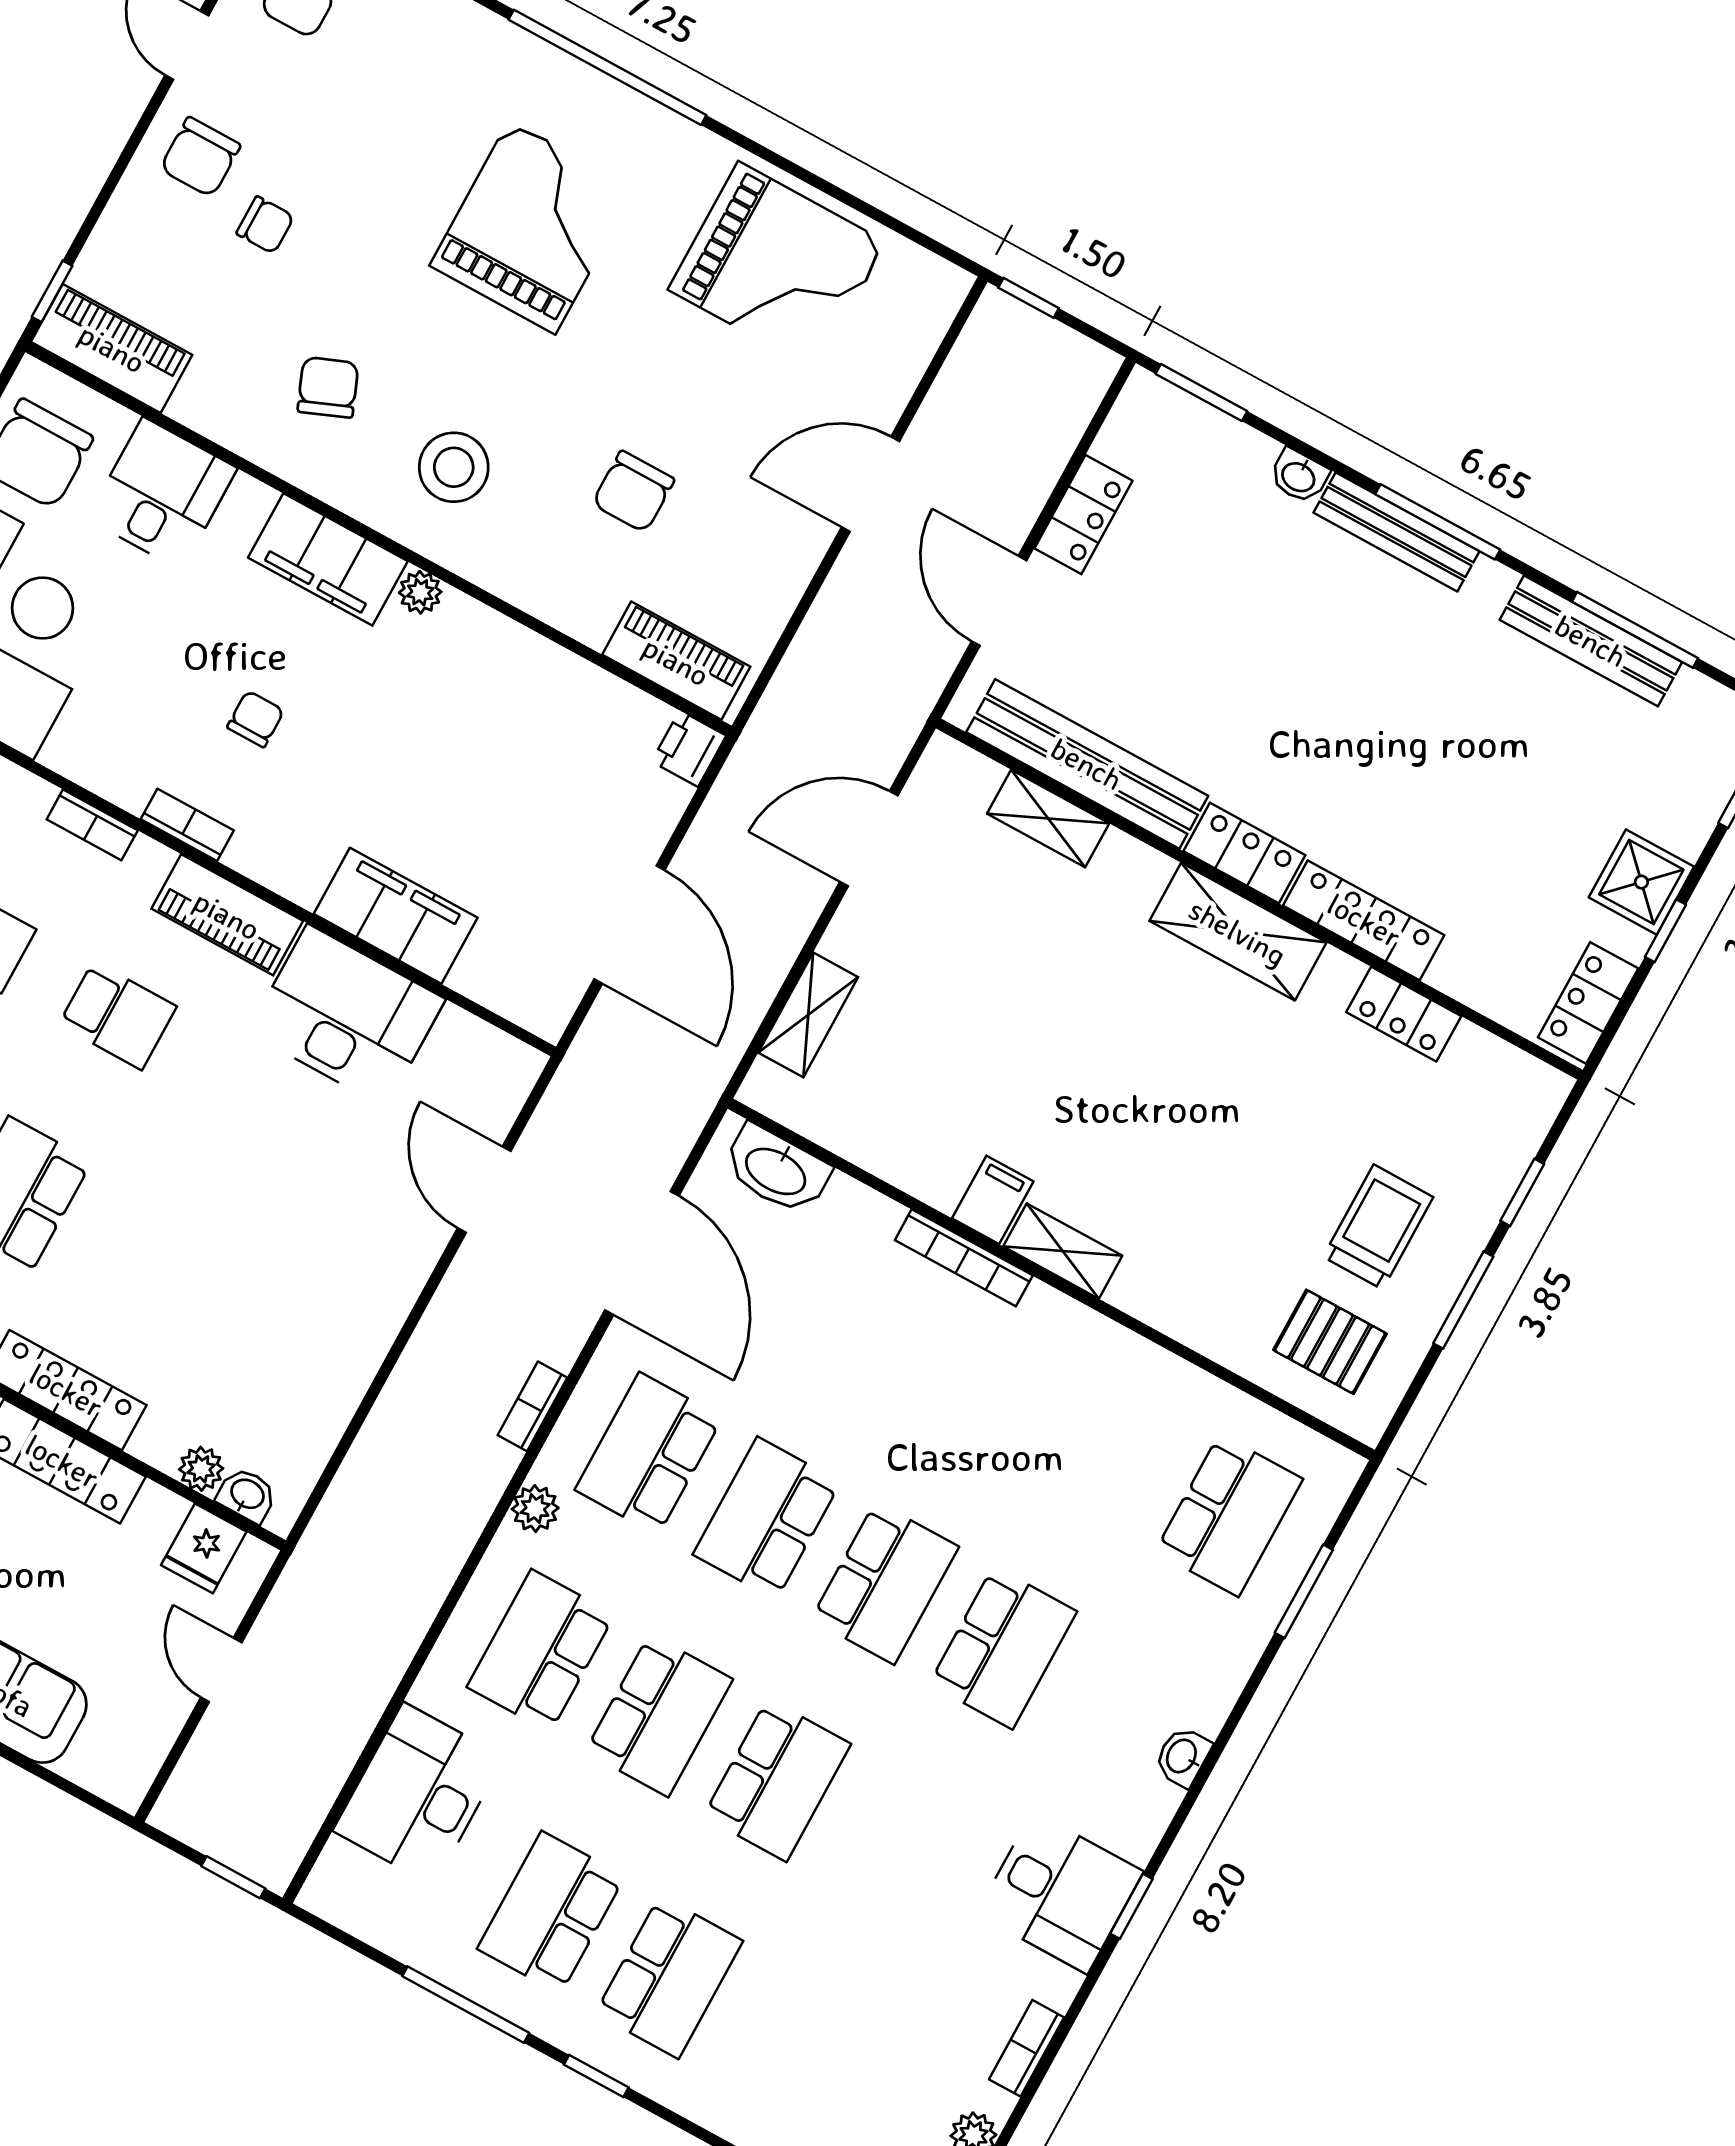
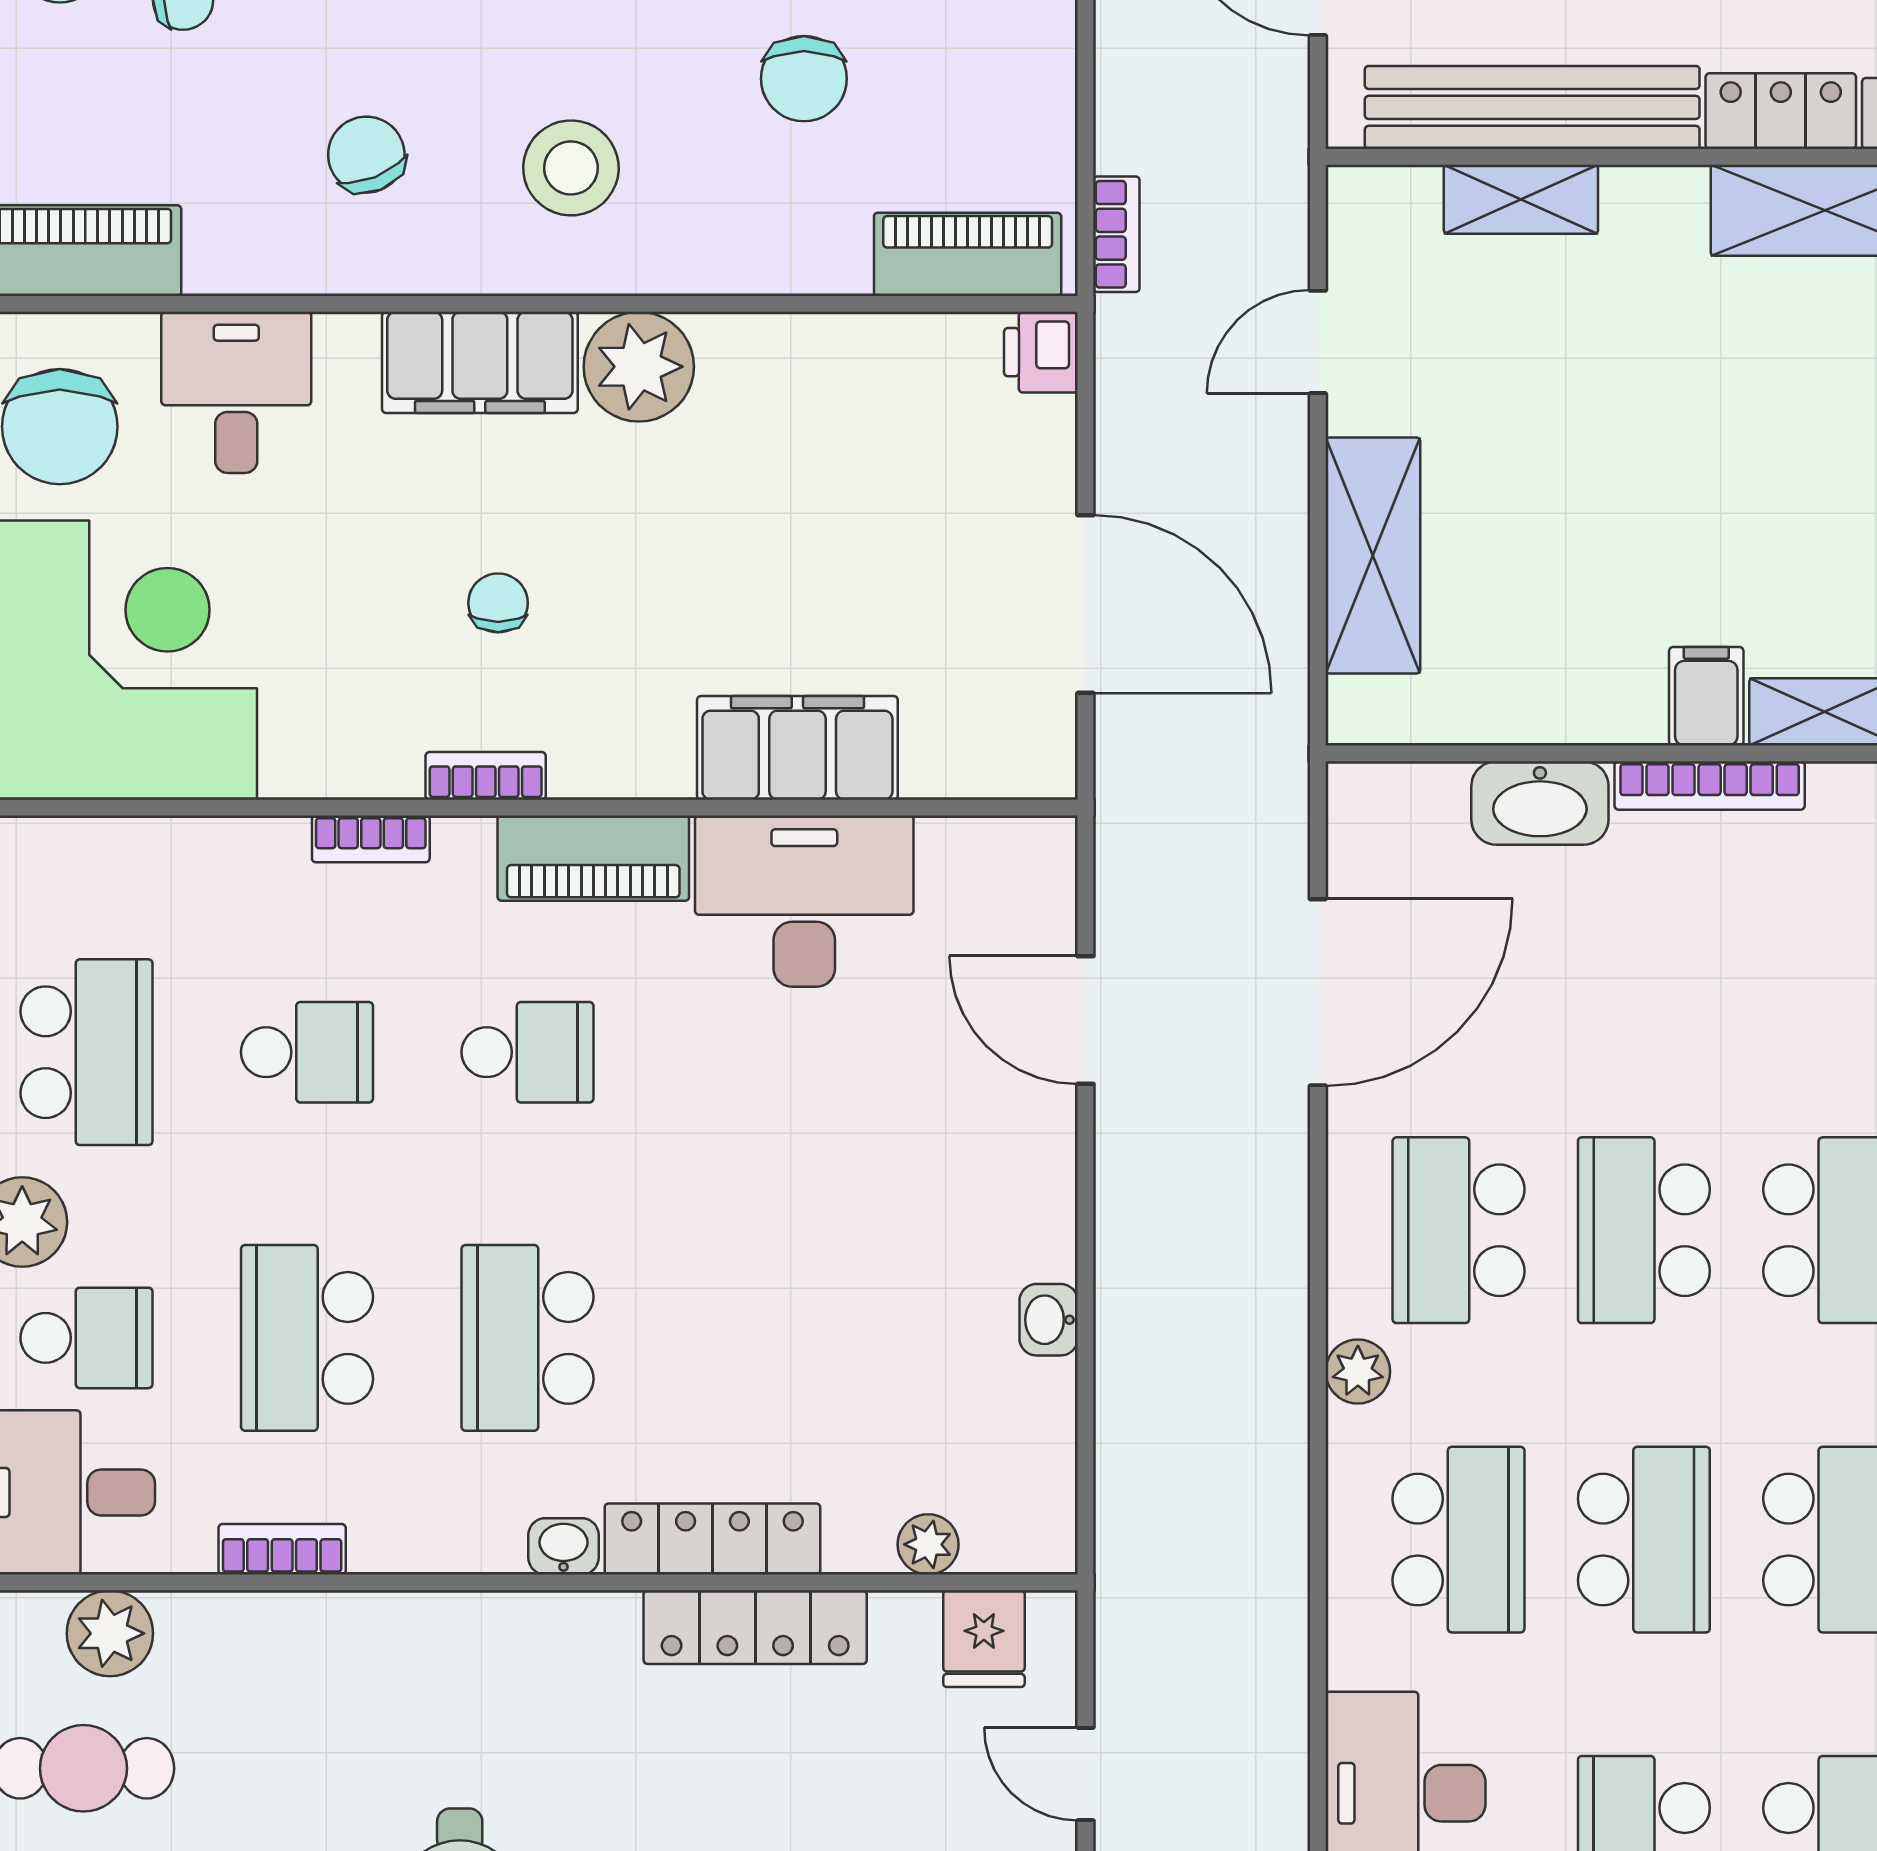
plant: (420, 592) -> (639, 367), width x1.88, depth x1.88
door: (869, 839) -> (1318, 342), width x0.73
shelving: (808, 1015) -> (1373, 556), width x1.50, depth x1.33
washbasin: (777, 1170) -> (1540, 803), moved
door: (642, 1253) -> (1318, 992), hinge flipped
bookcase: (532, 1406) -> (1116, 234), moved, turned 180
washbasin: (247, 1495) -> (1049, 1320), moved, turned -90
school desk: (541, 1651) -> (1459, 1540), turned 180

